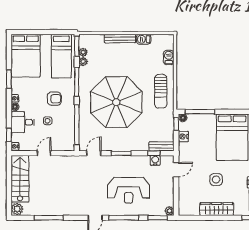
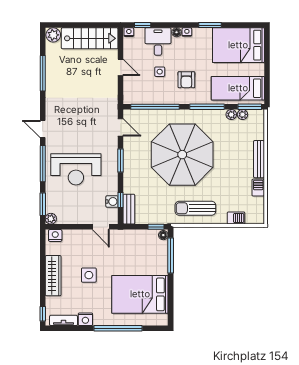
nightstand: (183, 136) -> (55, 235), moved
reception desk: (129, 190) -> (76, 169), turned -90

